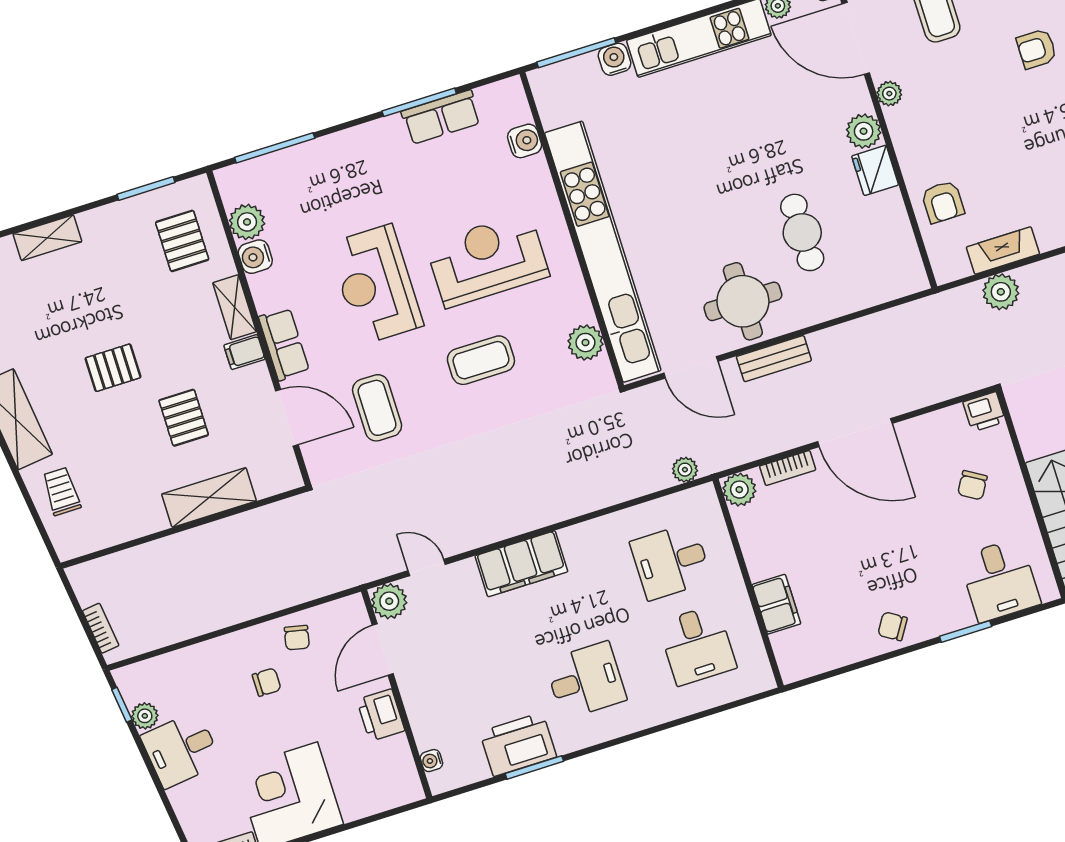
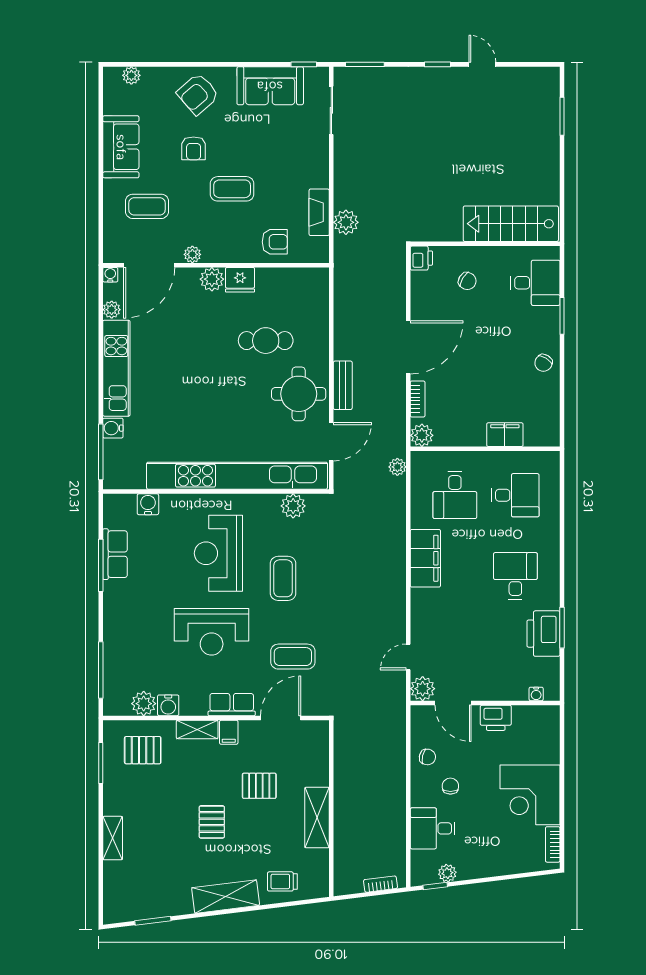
coffee table: (997, 120) -> (232, 189), added
shelving: (209, 497) -> (317, 818), moved
filing cabinet: (521, 564) -> (425, 558), moved
desk: (181, 750) -> (433, 828), moved, turned 97

